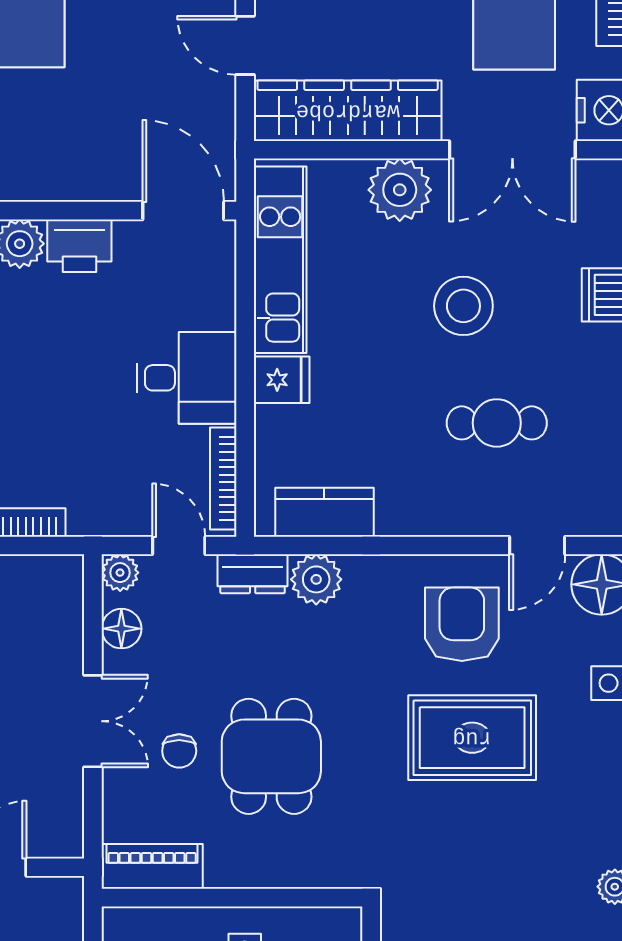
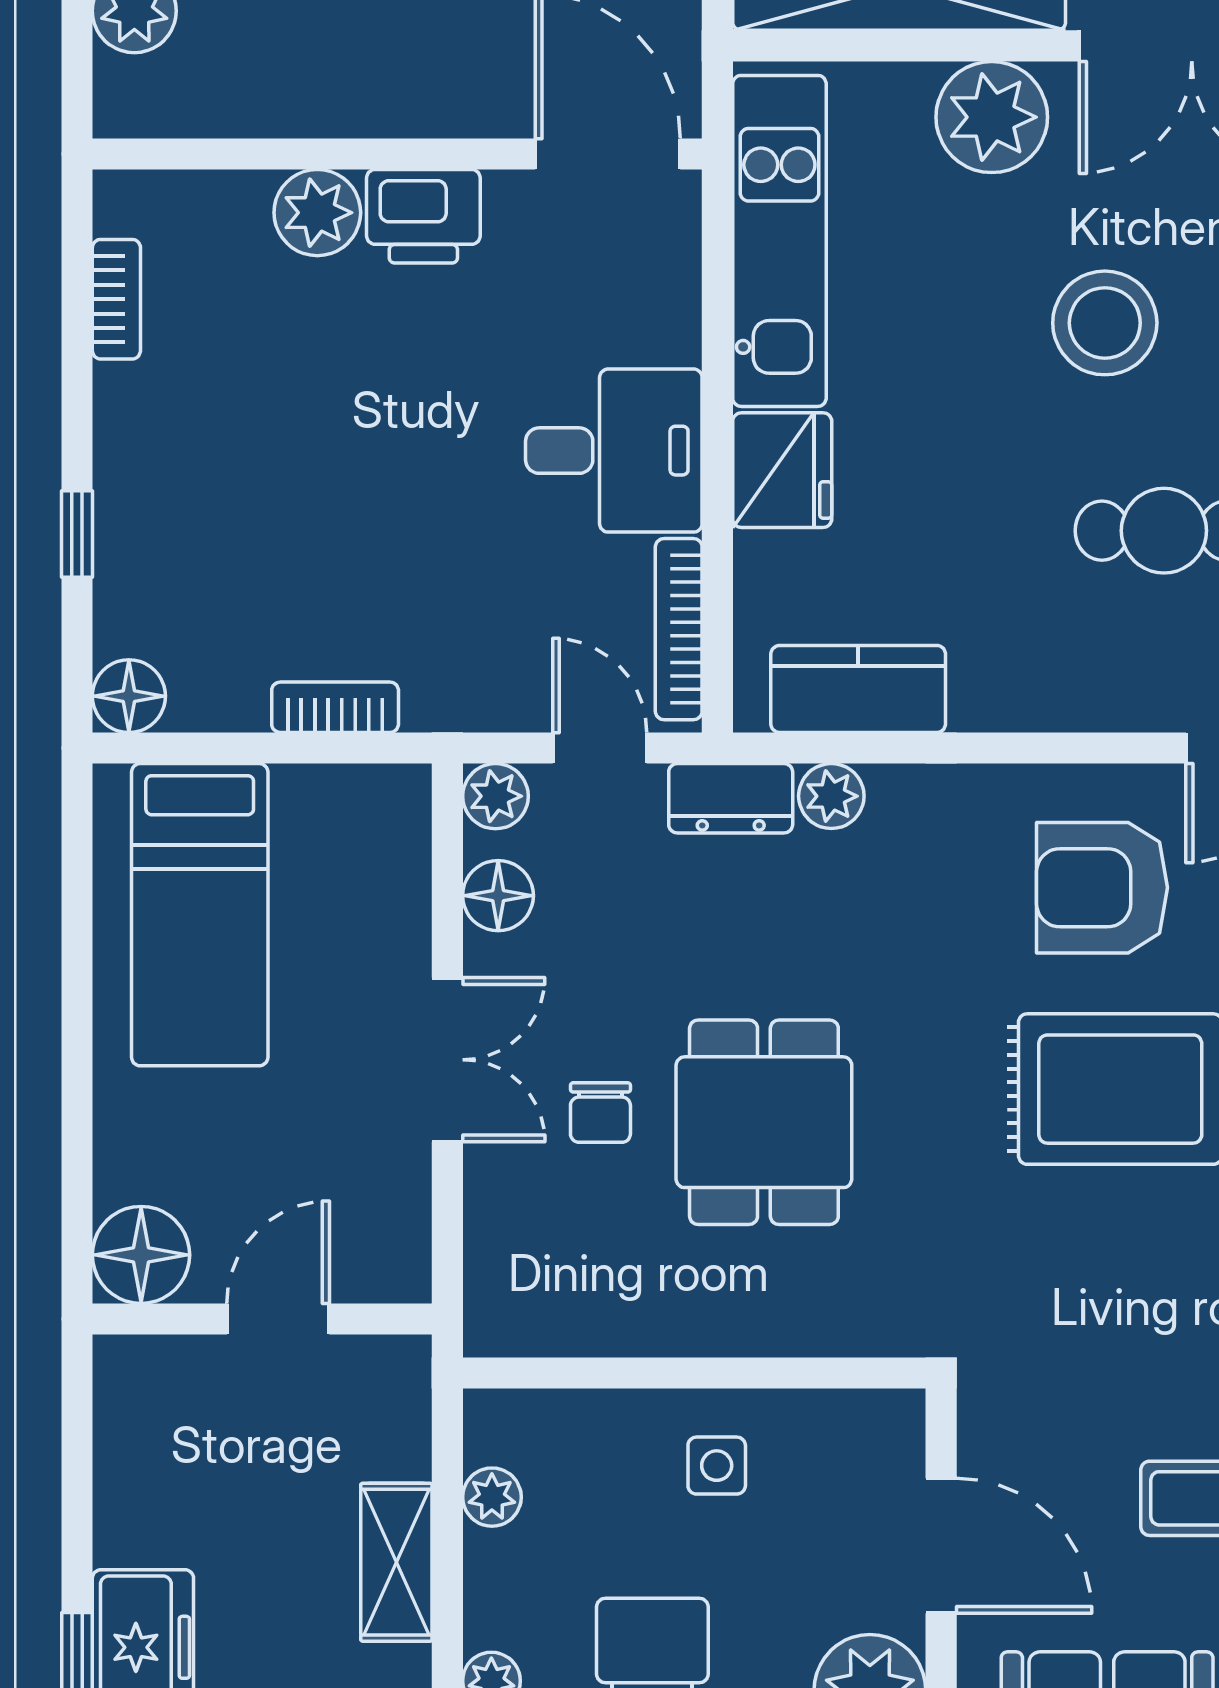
fridge: (282, 380) -> (782, 470), width x1.38
plant: (316, 579) -> (831, 796), width x0.73, depth x0.73
armchair: (462, 624) -> (1102, 888), turned -90
piano: (152, 866) -> (552, 1317), removed

